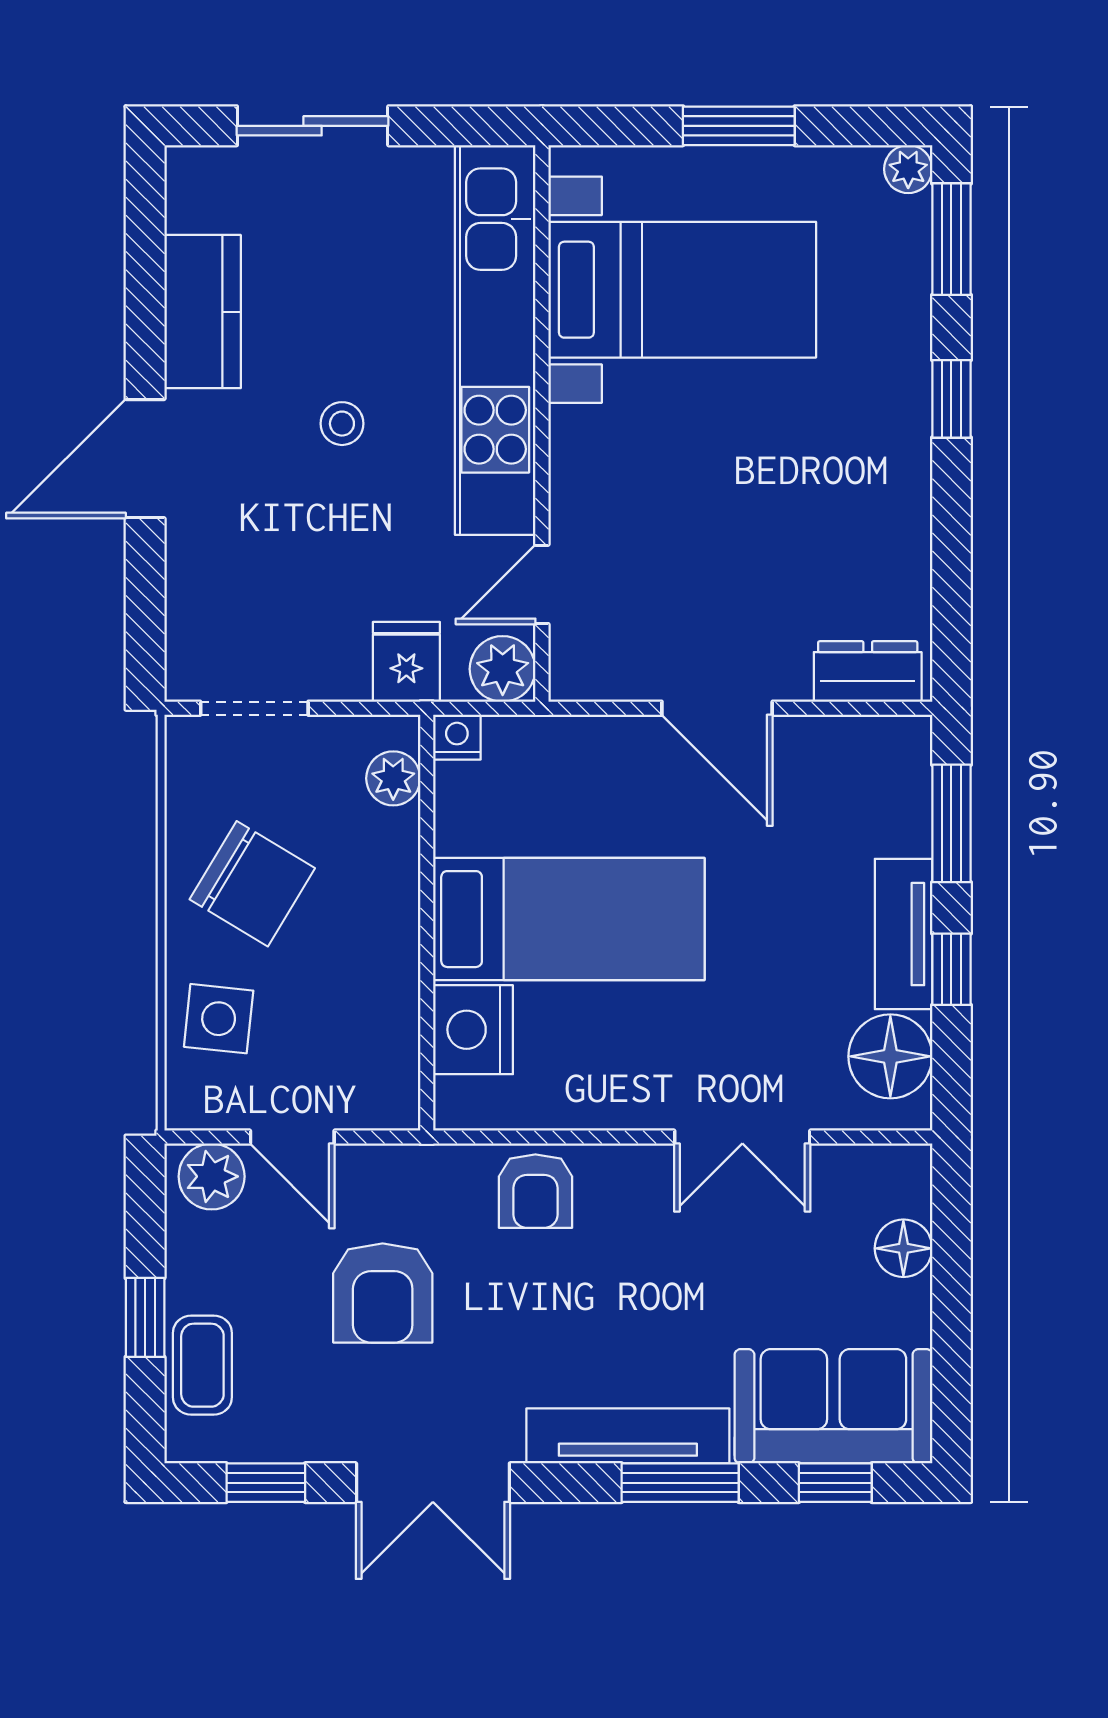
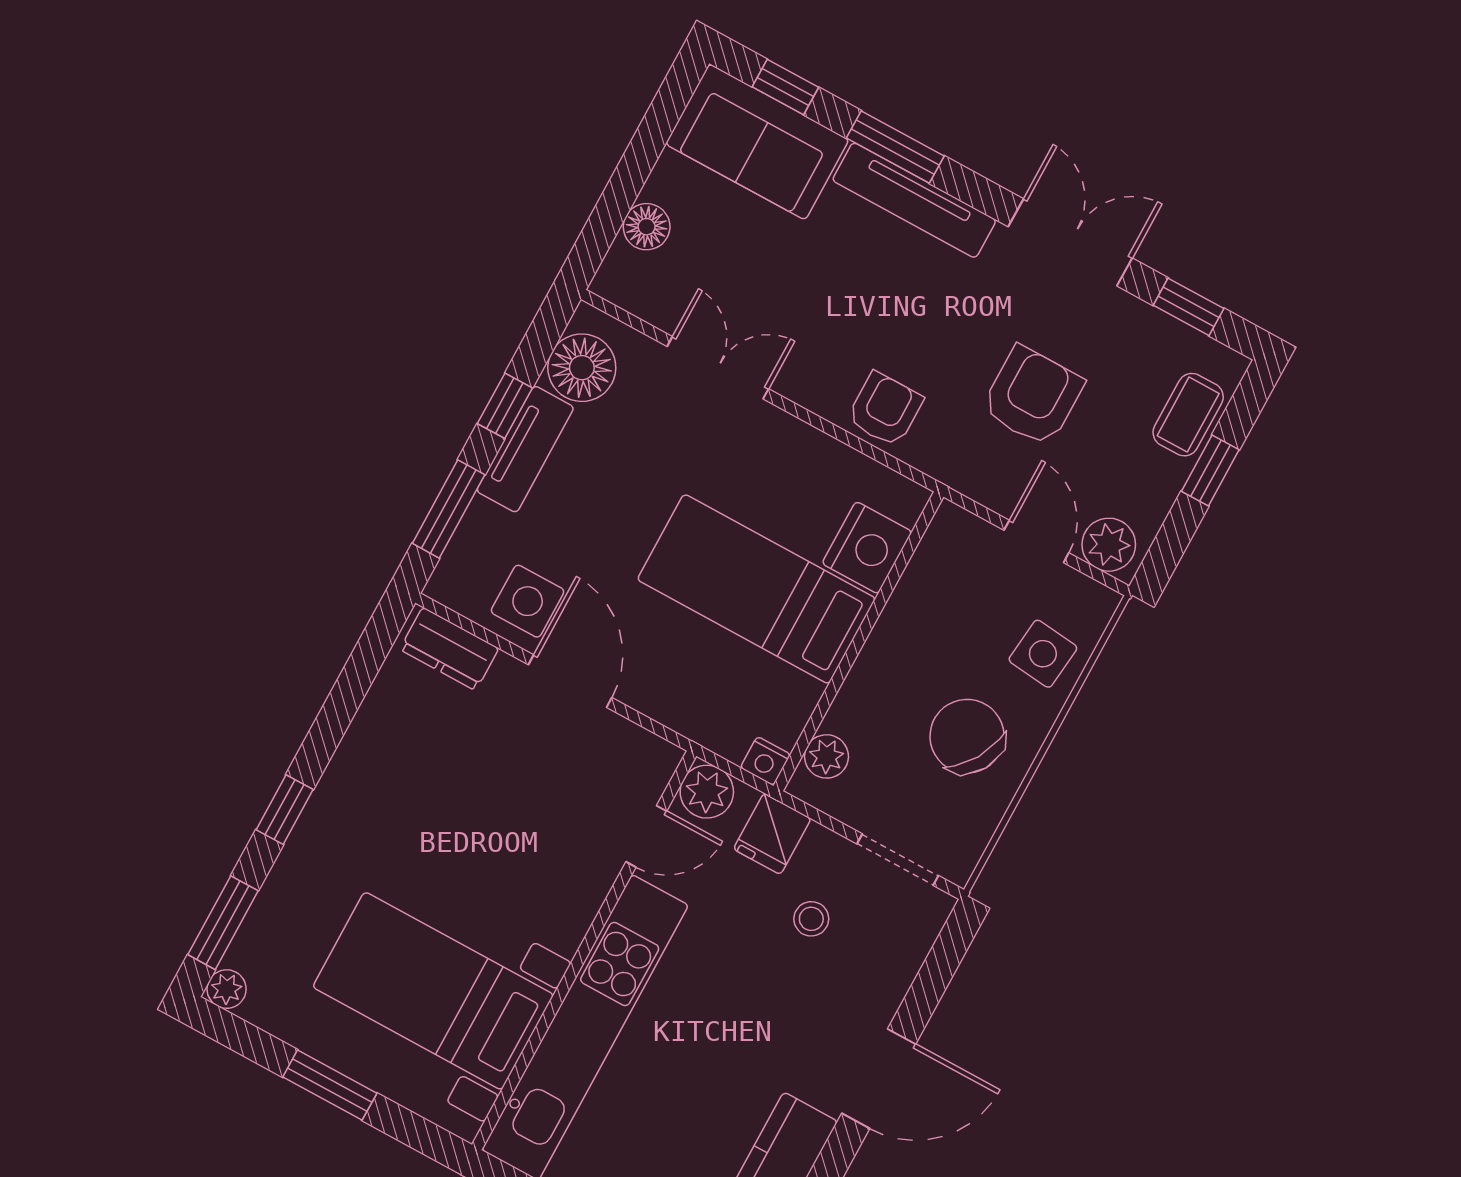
stool: (342, 424) -> (811, 919), moved
side table: (811, 770) -> (528, 601), added

